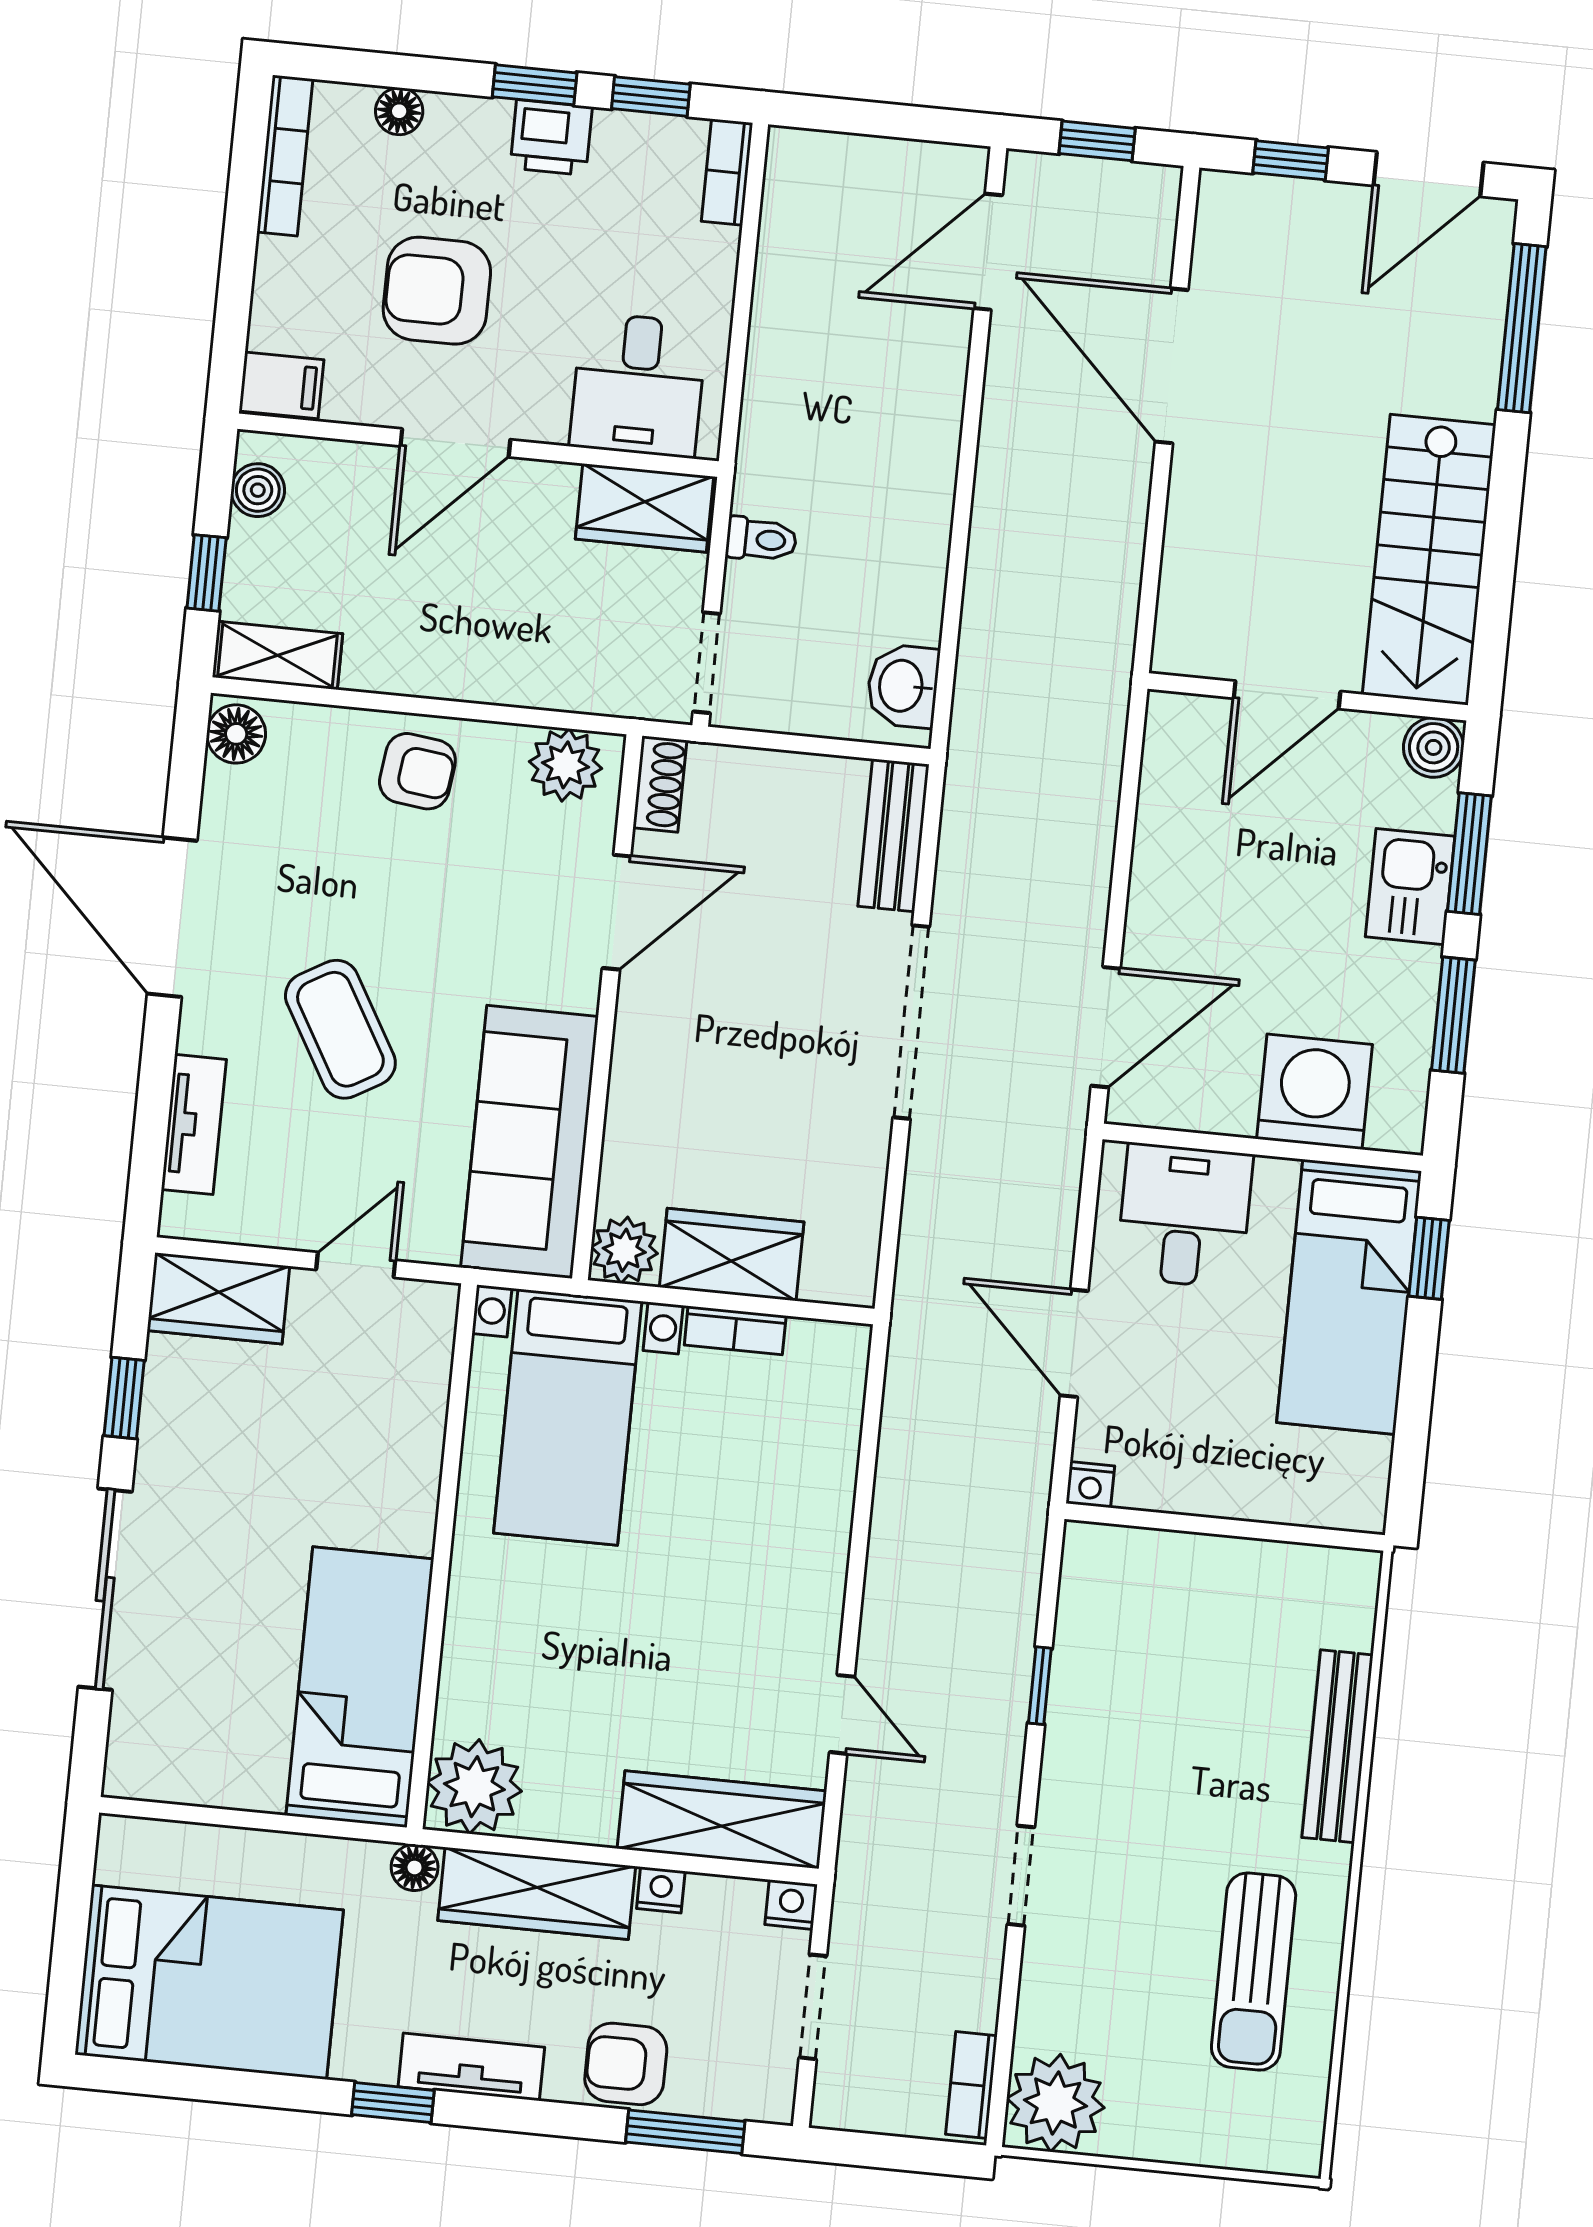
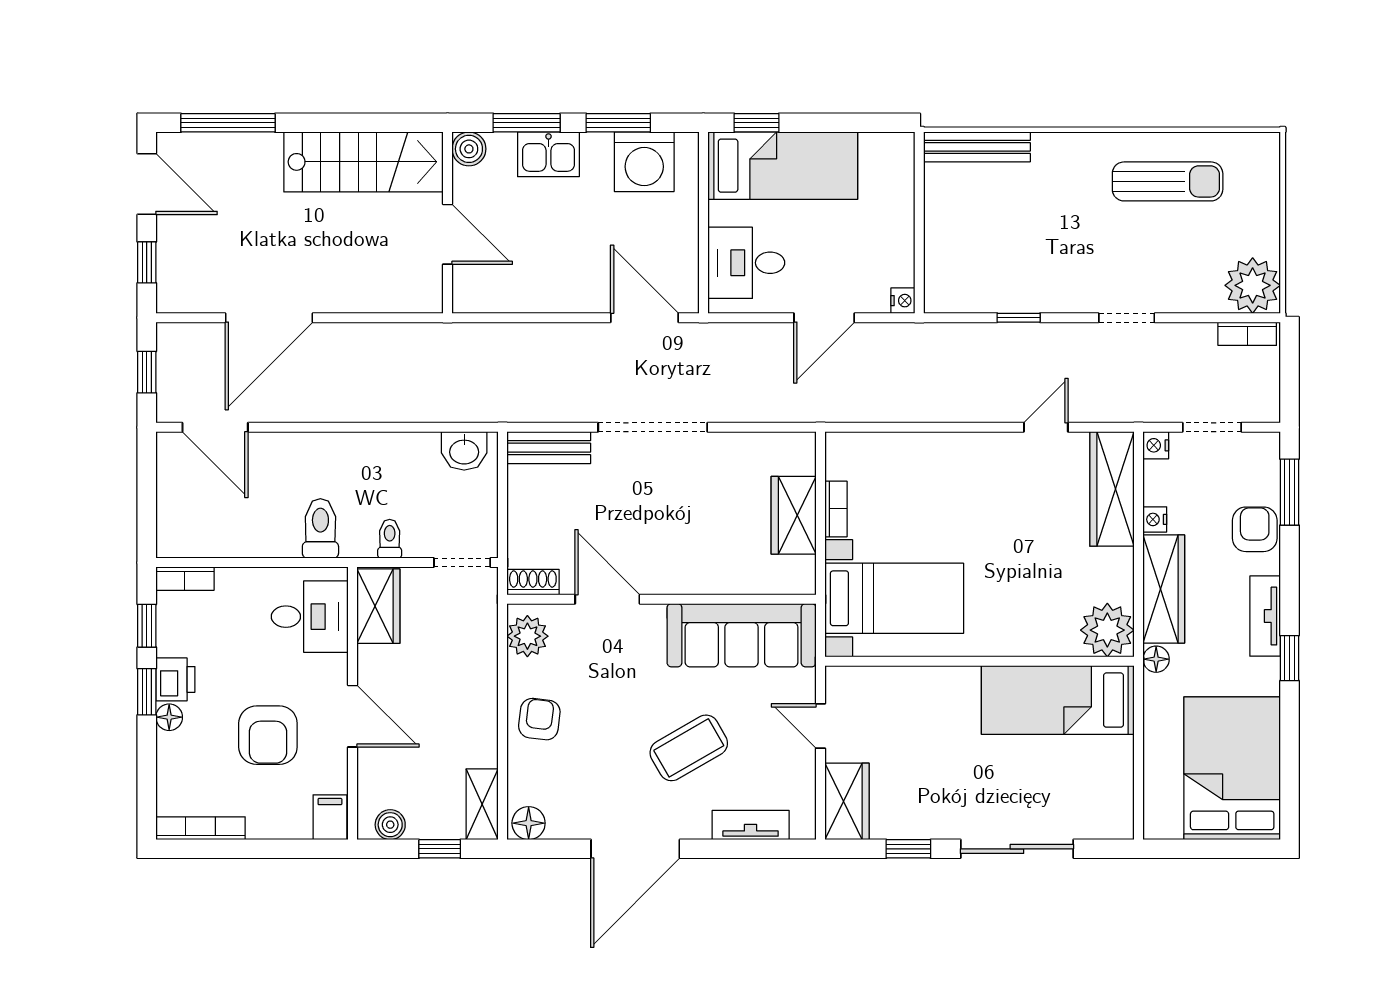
floor lamp: (399, 111) -> (169, 717), moved
toilet: (791, 419) -> (320, 528), added
washing machine: (1315, 1092) -> (644, 162), moved, turned -90
plant: (624, 1250) -> (797, 576), removed
bench: (1337, 1746) -> (977, 147), moved
armchair: (626, 2064) -> (1255, 529), turned 180

